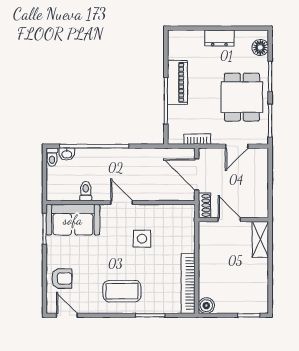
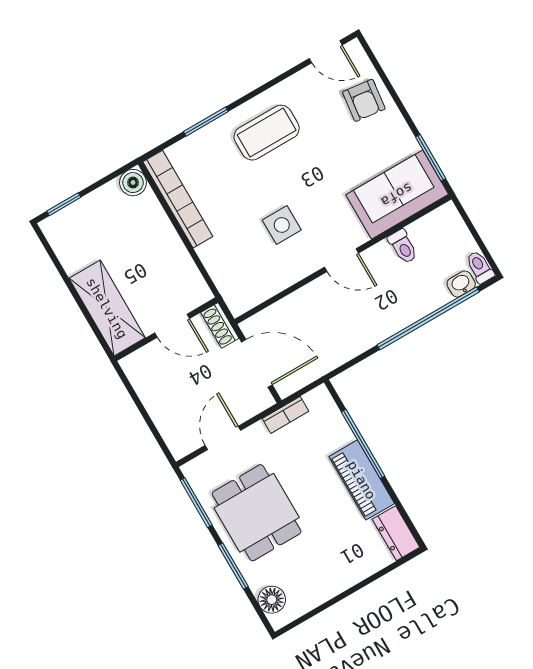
dresser: (219, 38) -> (396, 533), moved, turned -90
shelving: (260, 239) -> (107, 308), width x1.50, depth x1.33
armchair: (62, 279) -> (364, 100), turned -83

